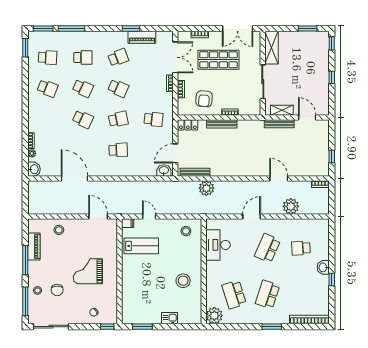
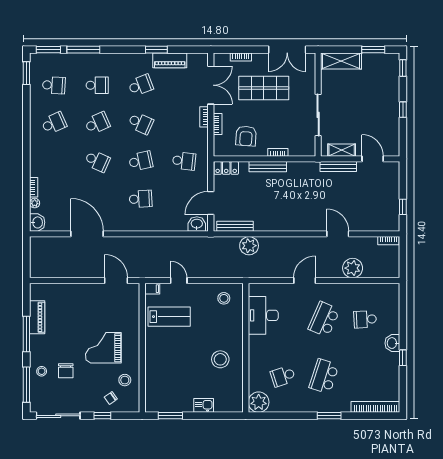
shelving: (272, 48) -> (341, 61), moved, turned 90
school desk: (47, 88) -> (54, 123), turned -45
school desk: (83, 88) -> (97, 123), turned -48
stool: (59, 230) -> (125, 380), moved
school desk: (234, 294) -> (283, 376), width x0.54
window: (107, 327) -> (102, 416), moved

